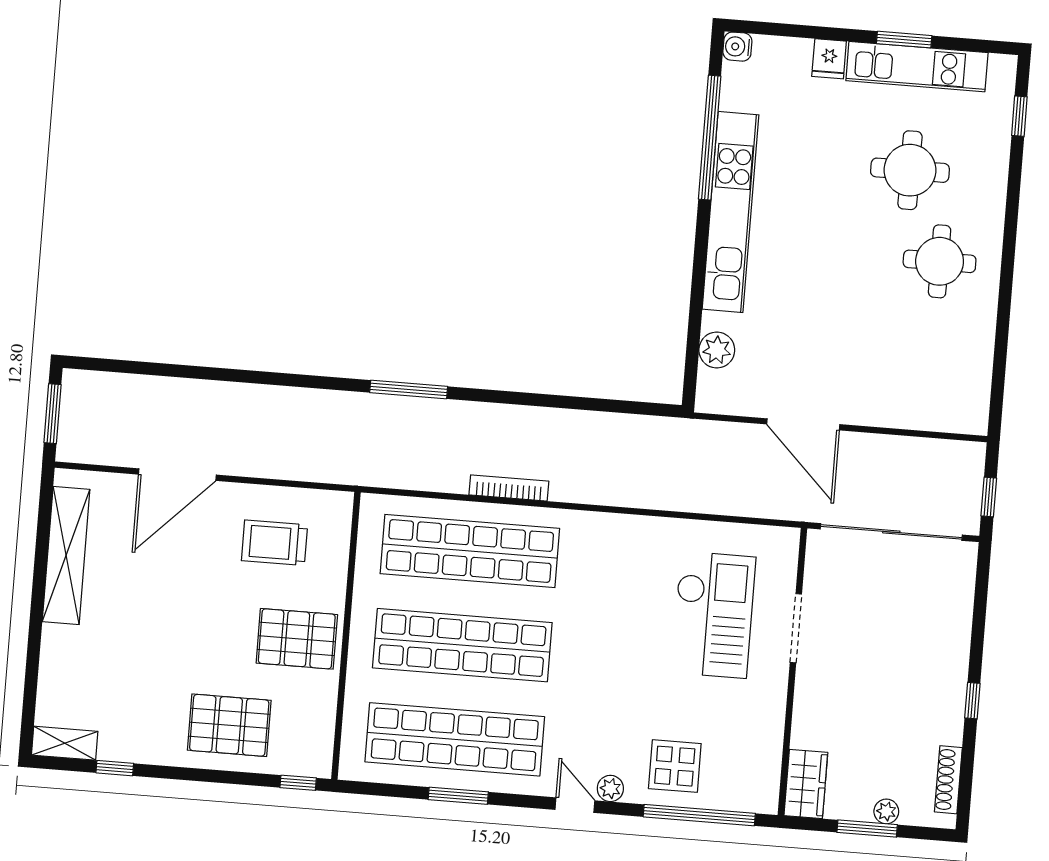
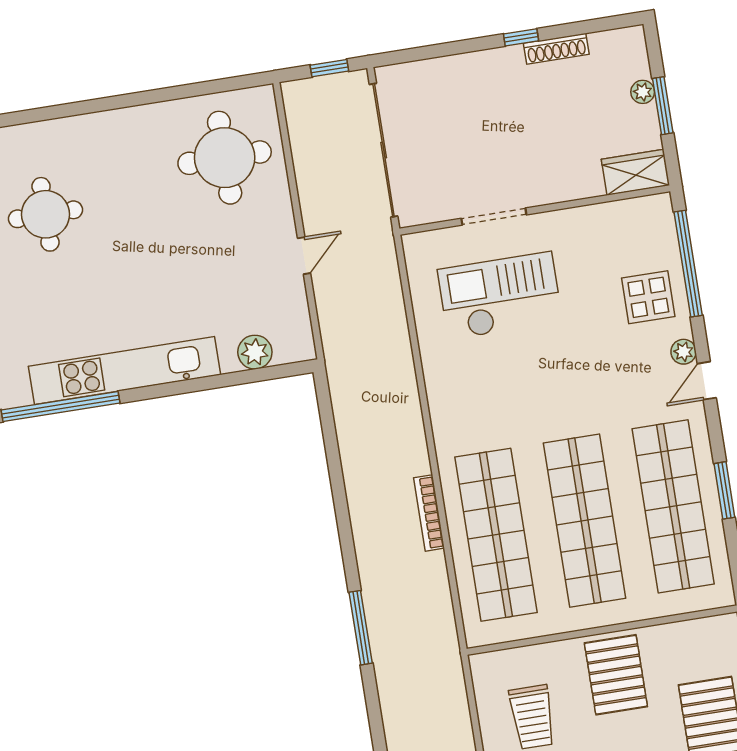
round table: (940, 261) -> (225, 158), moved, width x1.36, depth x1.36
door: (803, 424) -> (304, 256), width x0.53
shoe rack: (948, 780) -> (556, 49), moved

